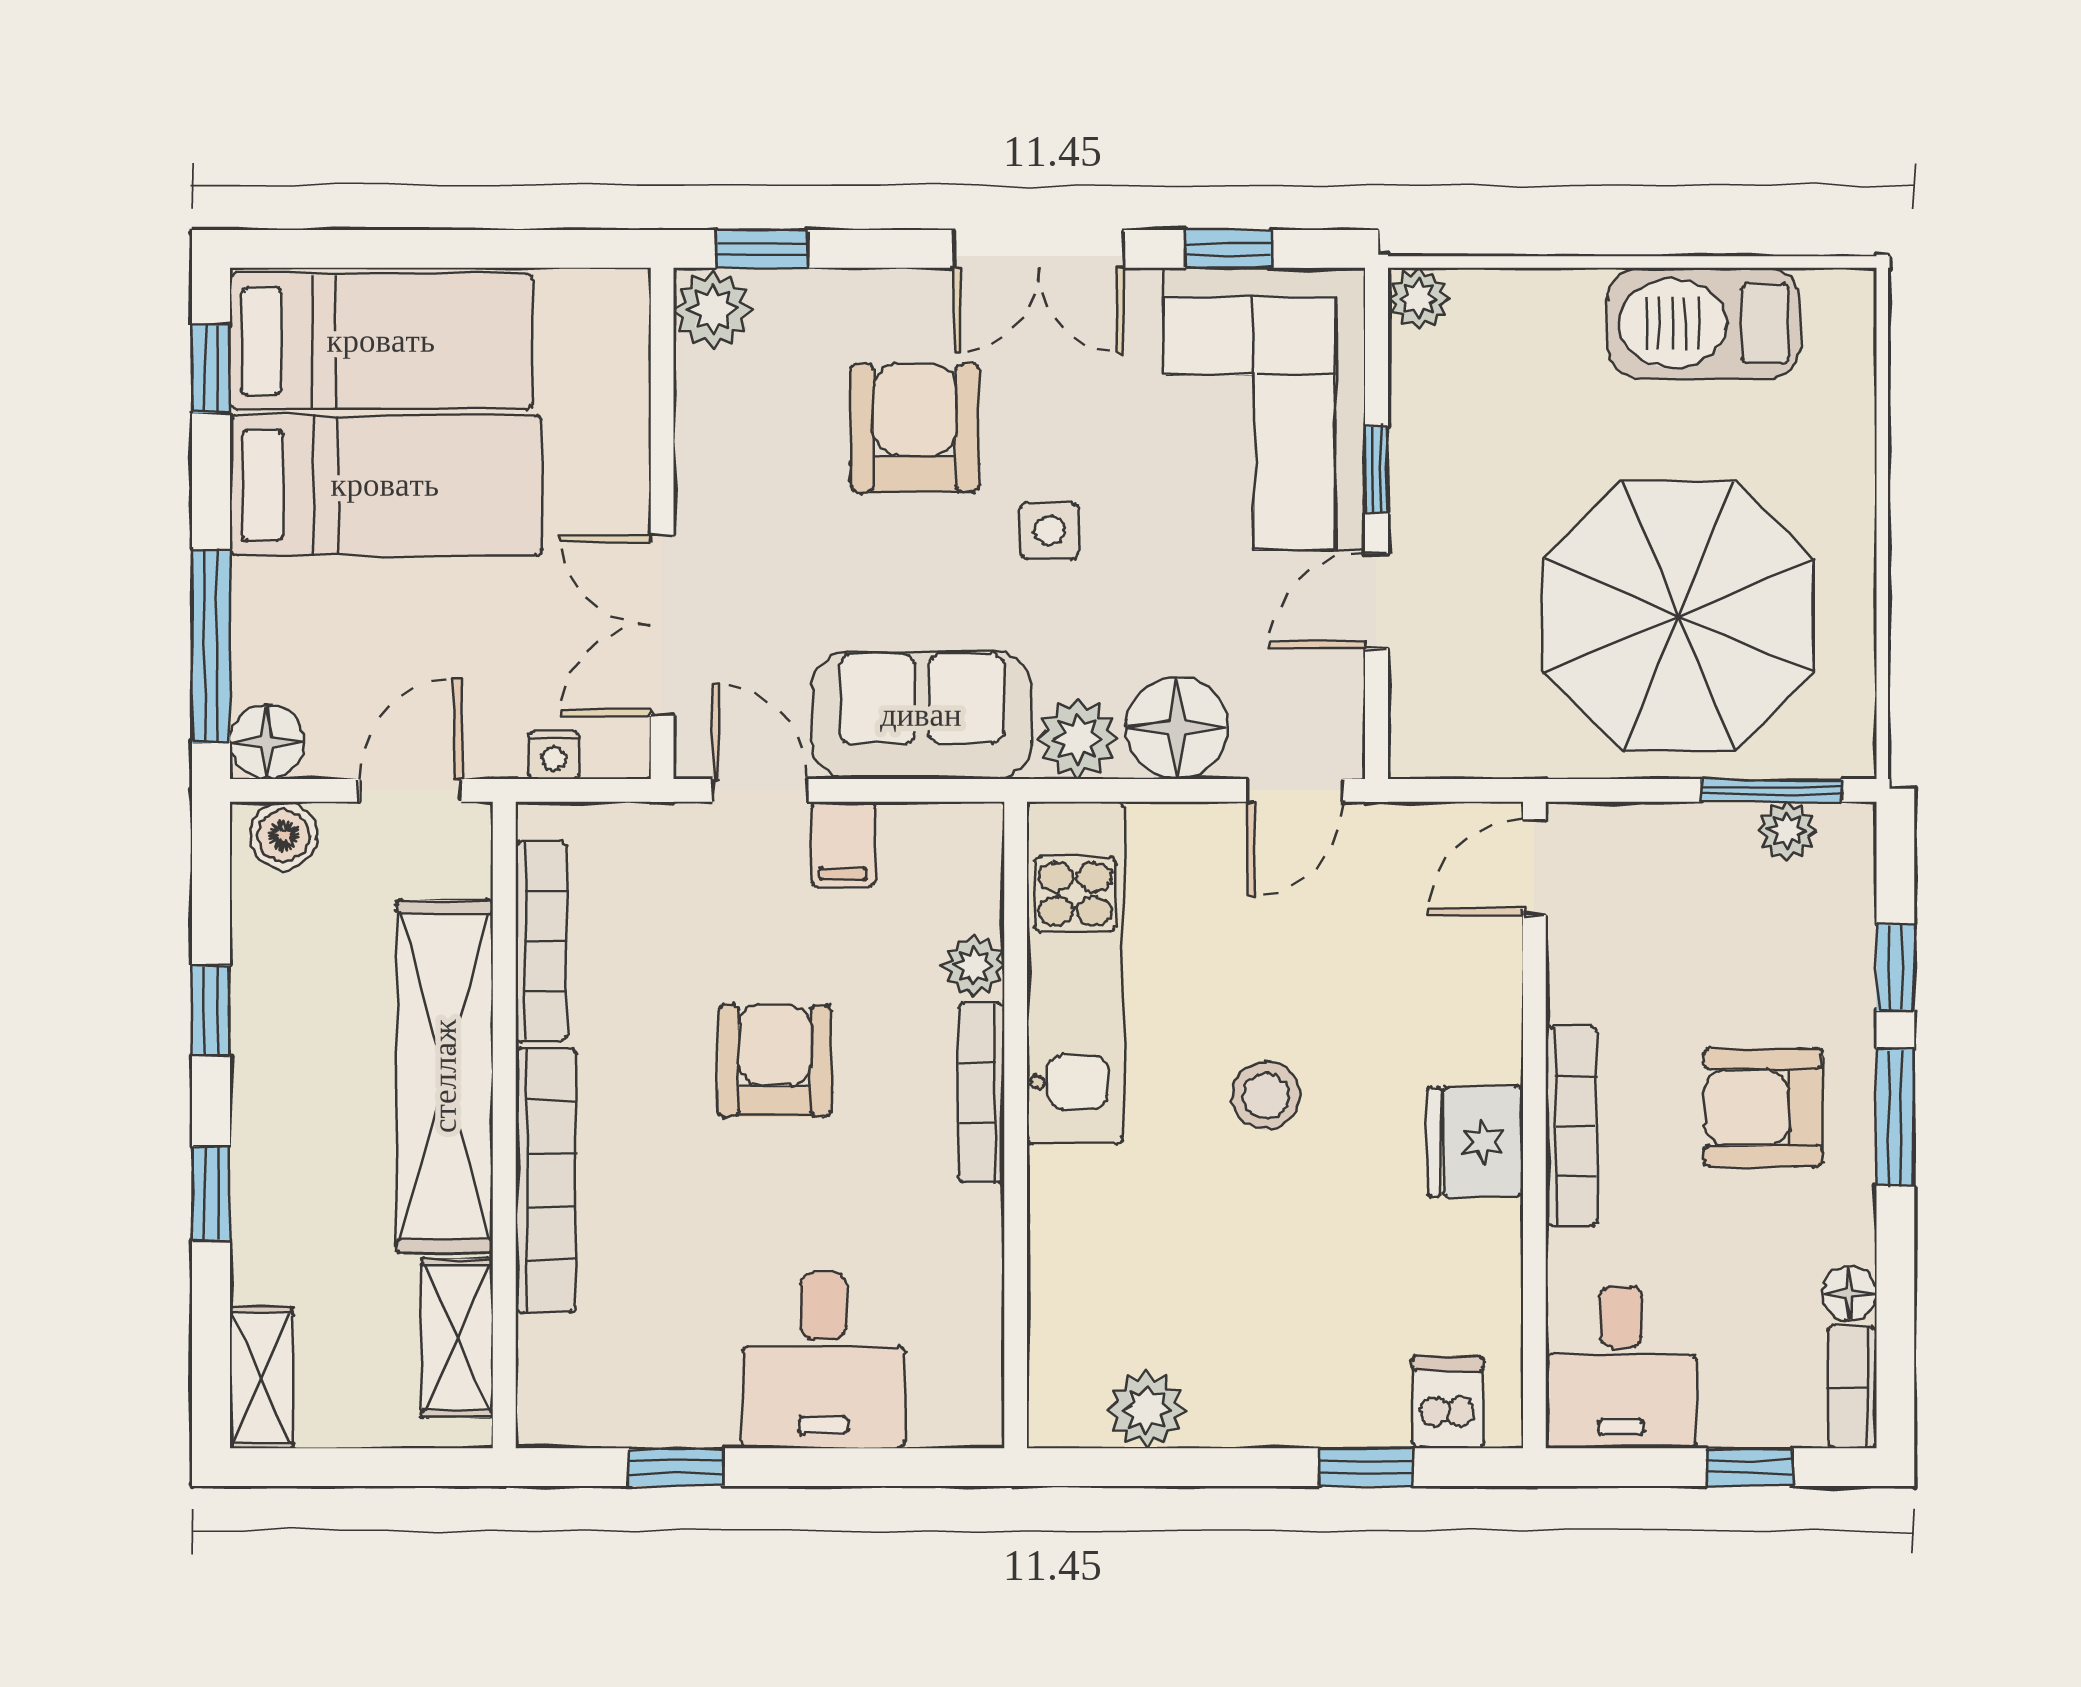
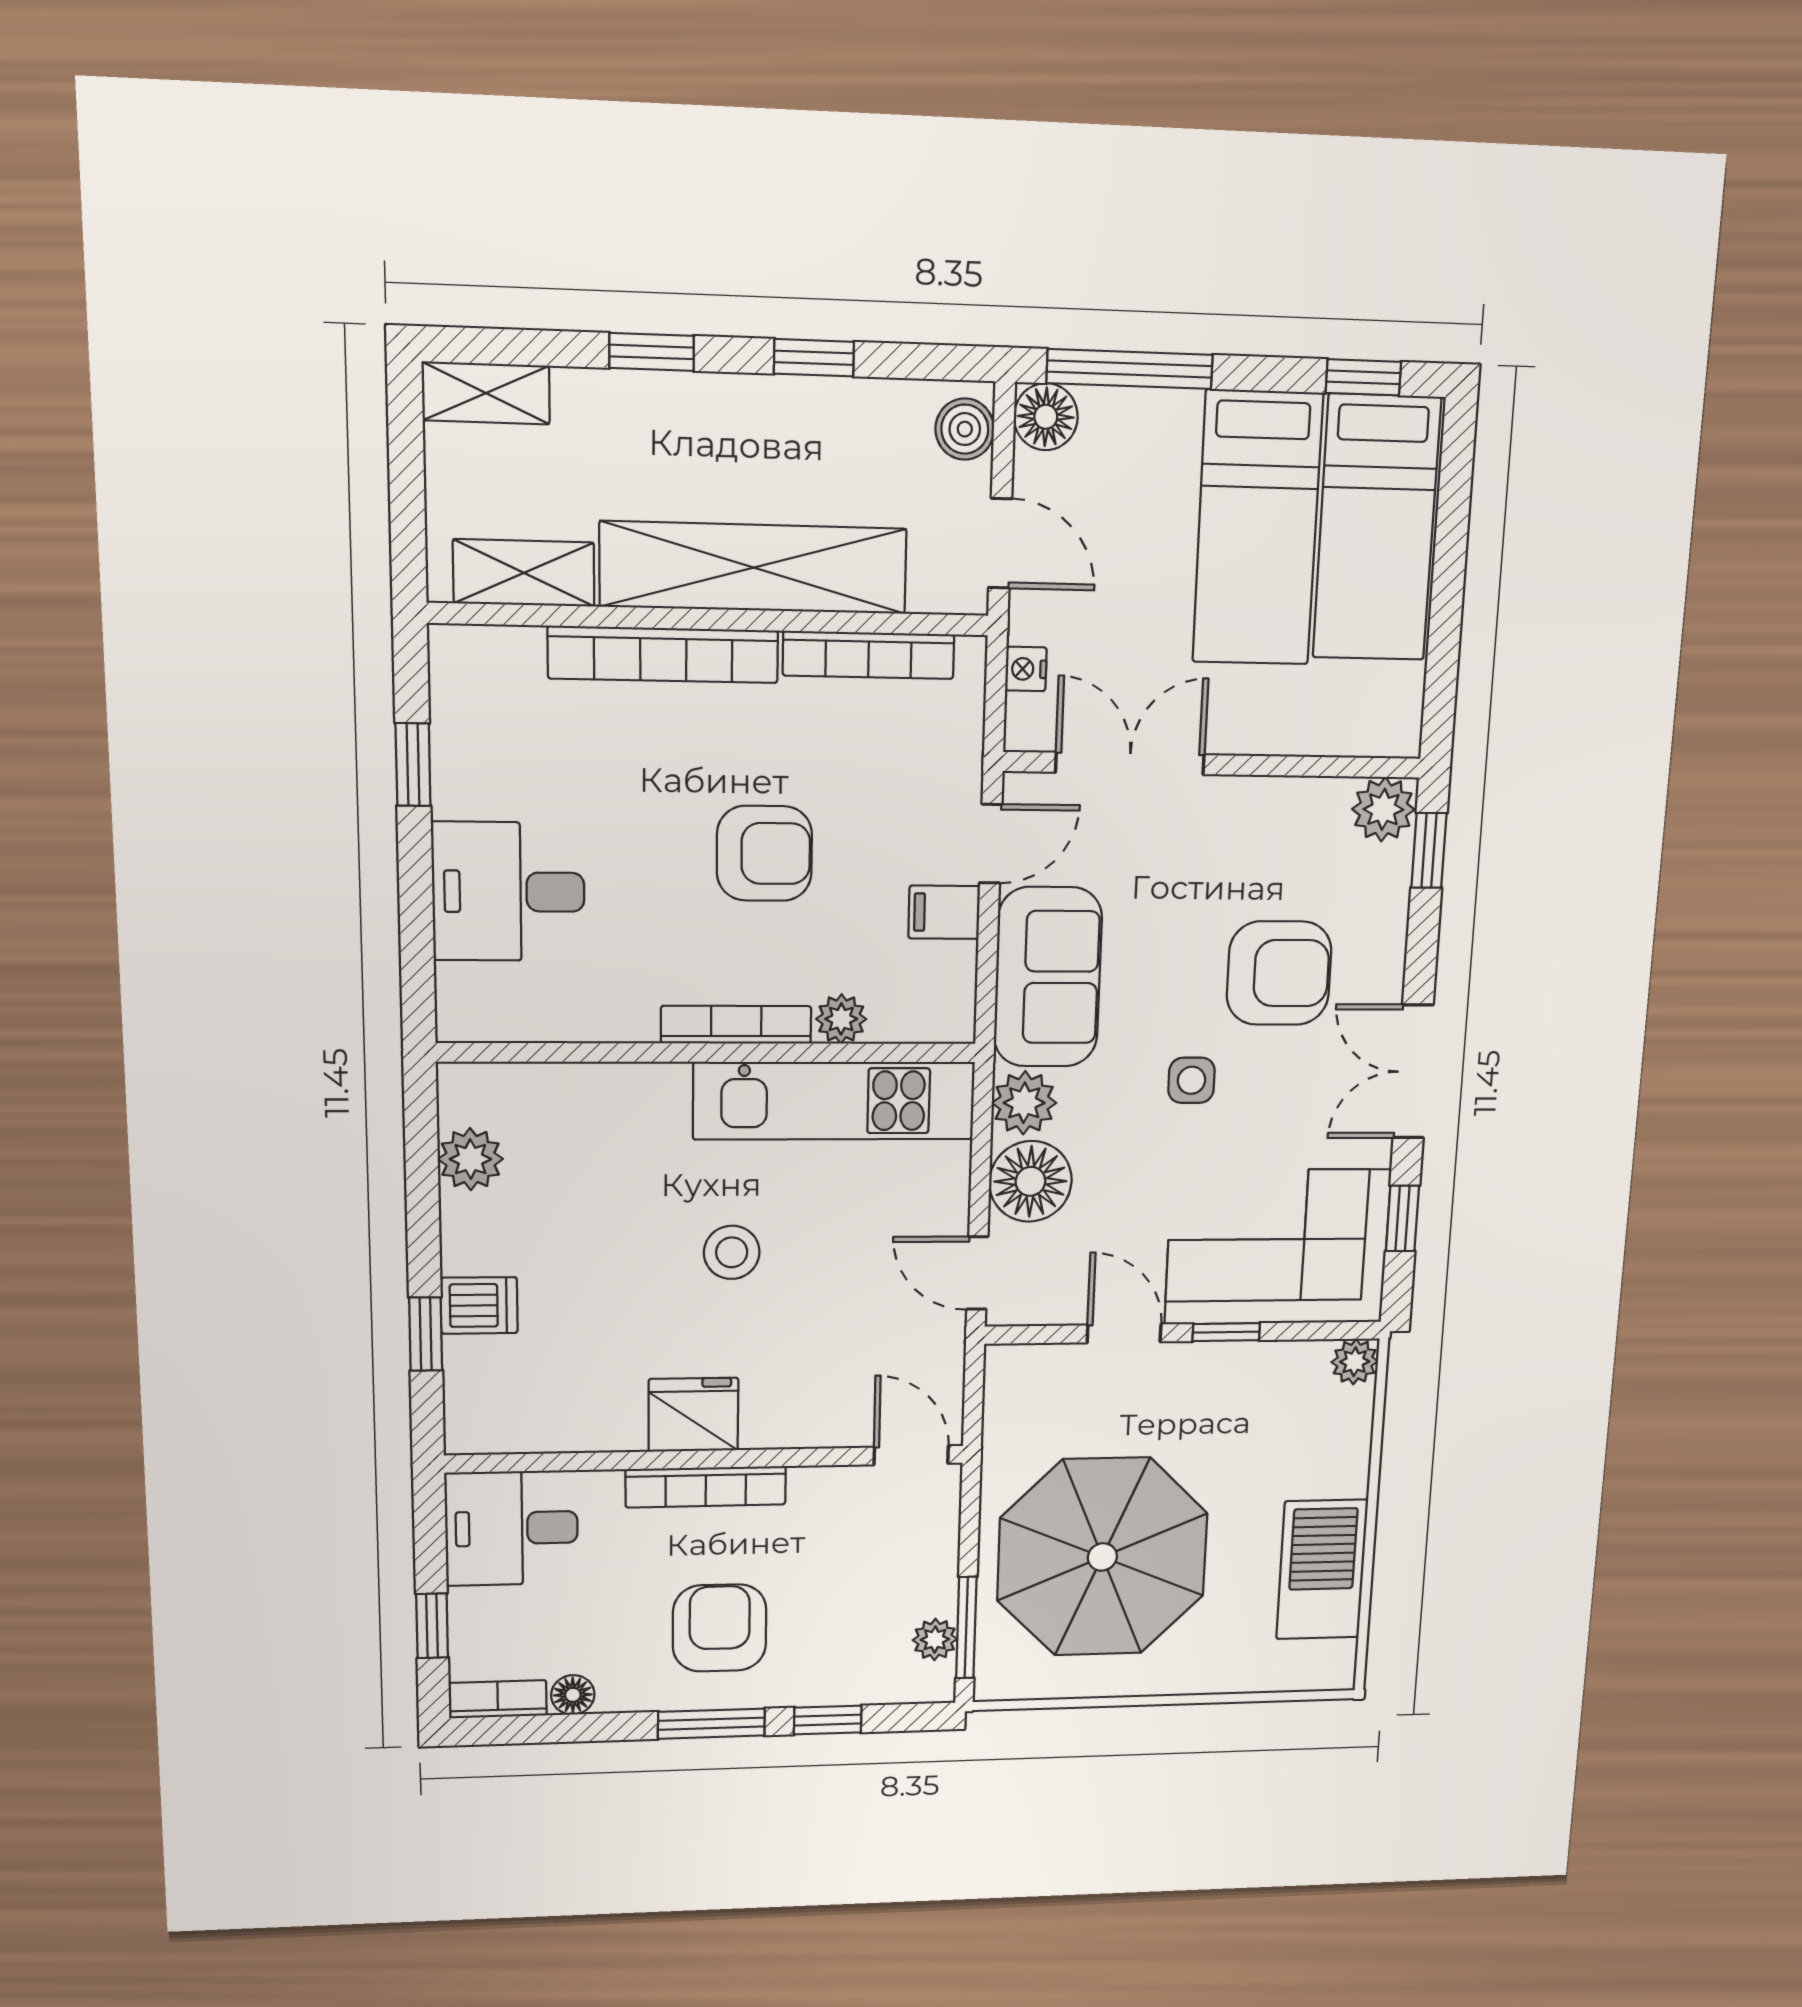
dishwasher: (1448, 1402) -> (479, 1305), moved

